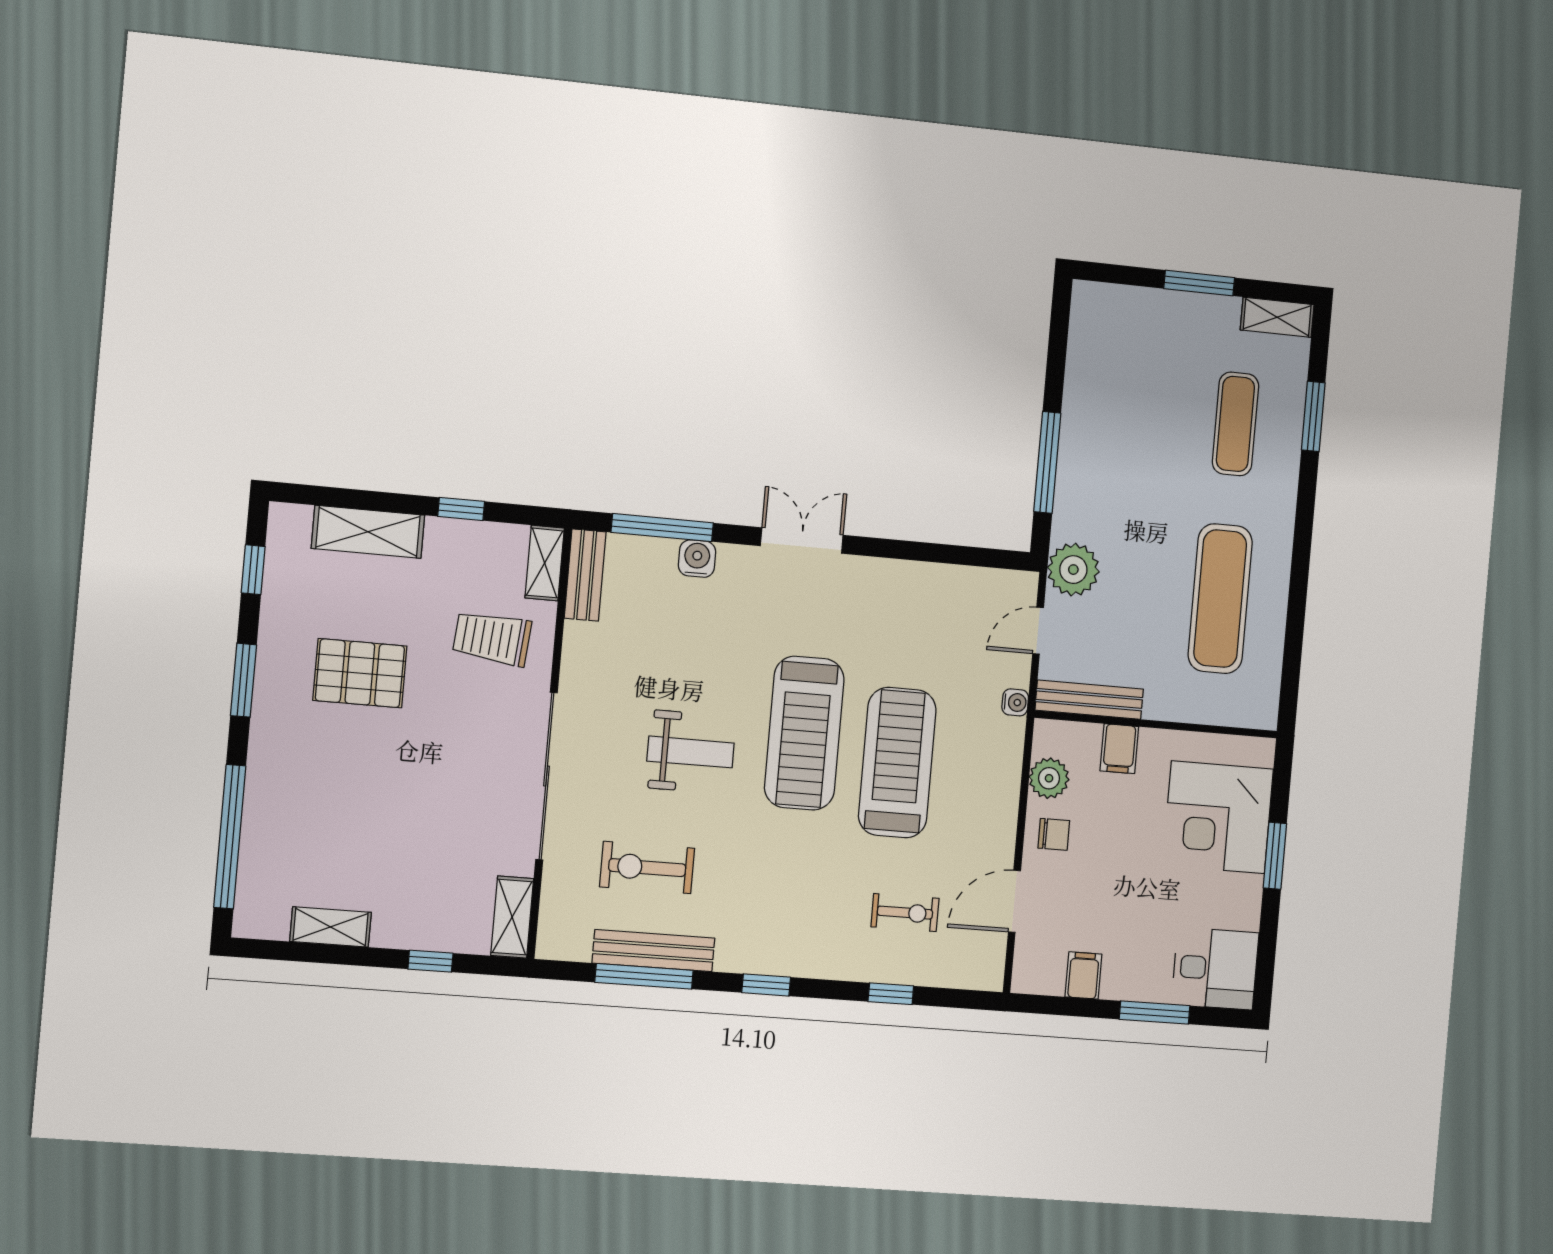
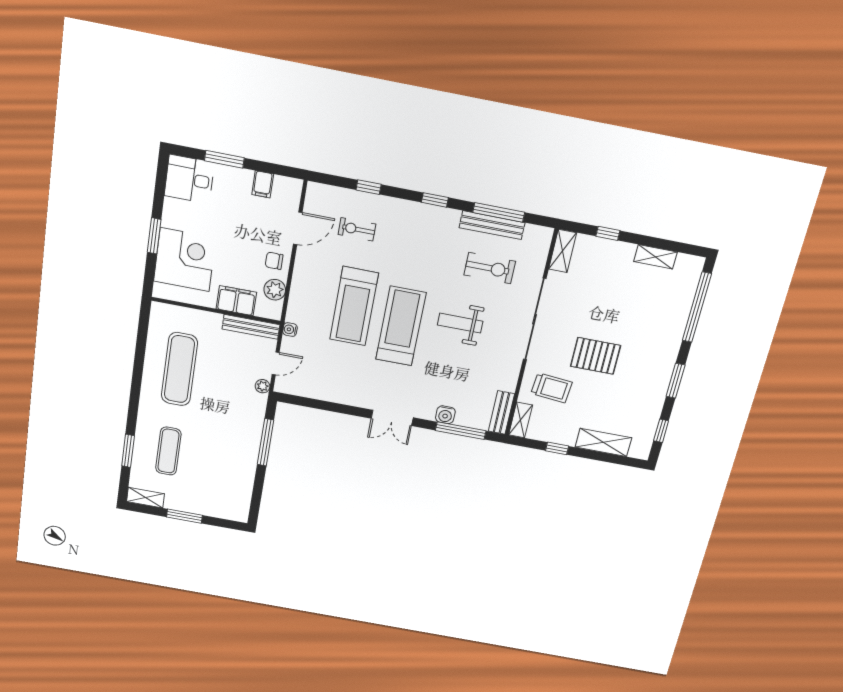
plant: (1073, 570) -> (263, 386), width x0.53, depth x0.53
pallet: (360, 673) -> (596, 356), moved
filing cabinet: (1119, 749) -> (236, 301), width x2.00

